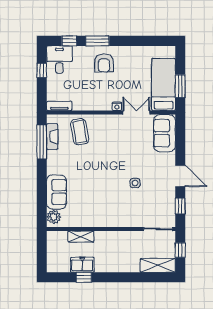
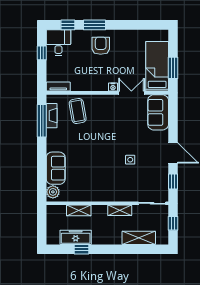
armchair: (104, 63) -> (101, 46), turned 180
shelving: (124, 236) -> (120, 210), added
freezer: (82, 265) -> (76, 237), width x1.40
shelving: (158, 265) -> (139, 238), moved

